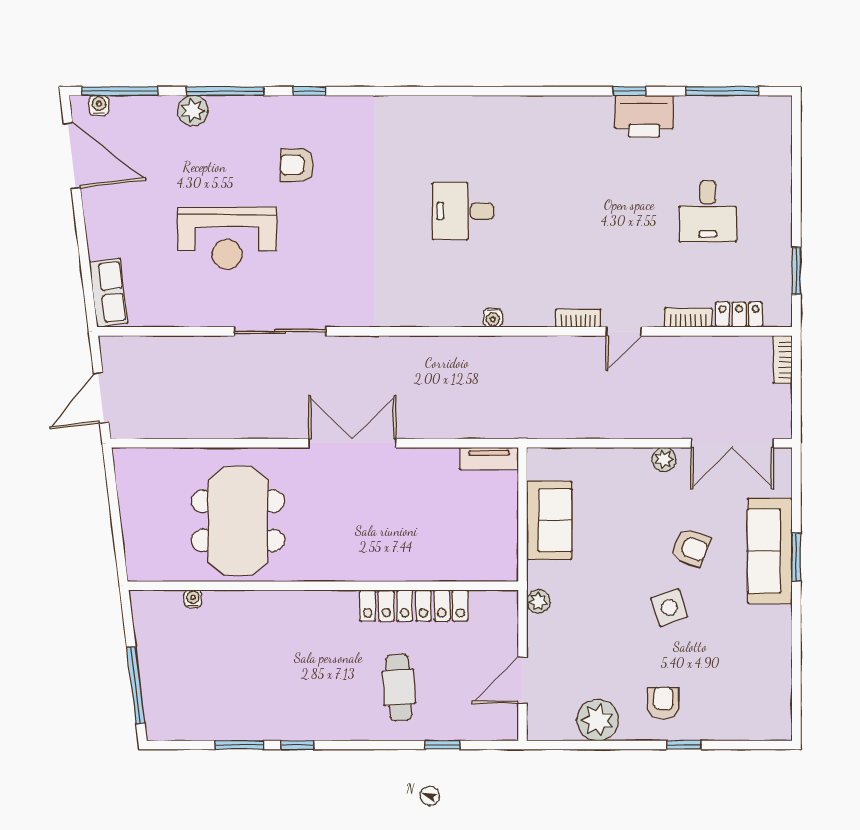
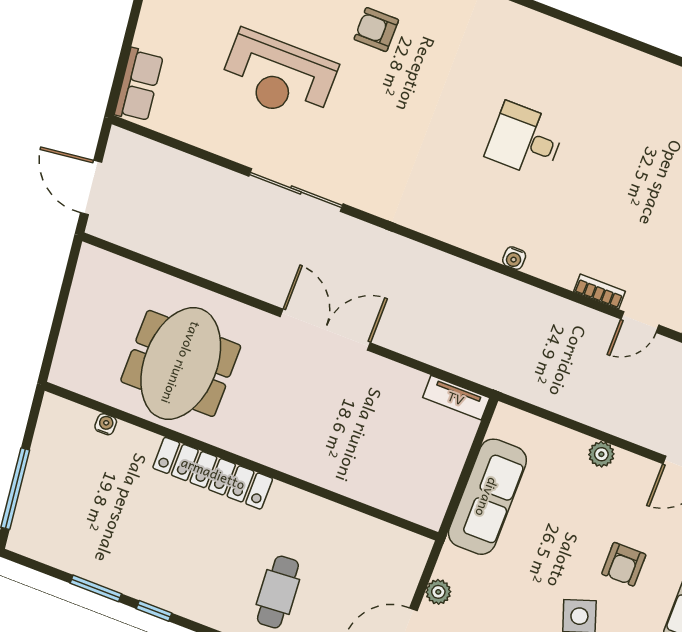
door: (101, 398) -> (91, 188), hinge flipped
plant: (664, 459) -> (601, 454), moved
sofa: (549, 520) -> (487, 497), width x1.36
armchair: (690, 548) -> (624, 564), turned 70
plant: (538, 601) -> (438, 592), moved
locker: (414, 606) -> (213, 473), moved

